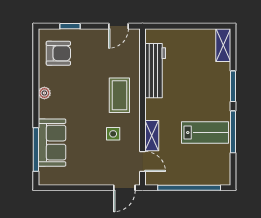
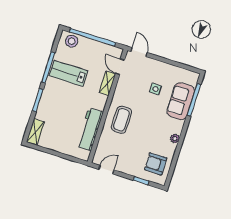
side table: (113, 134) -> (155, 89), moved
stool: (214, 174) -> (72, 41), added
door: (124, 188) -> (139, 52), hinge flipped

